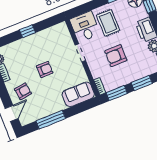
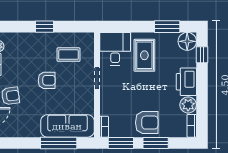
coffee table: (53, 44) -> (69, 55), added
armchair: (116, 56) -> (147, 123), moved, turned 180
sofa: (78, 94) -> (67, 126), width x1.36
window: (51, 120) -> (59, 143), moved

